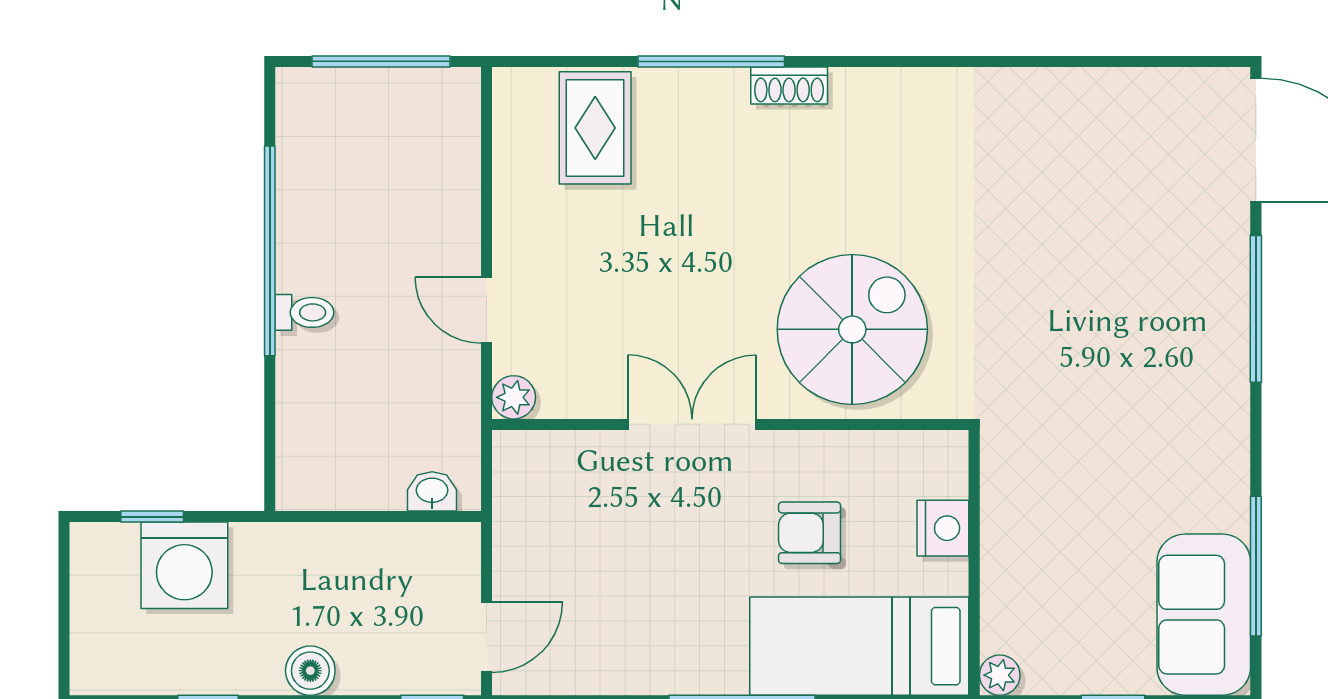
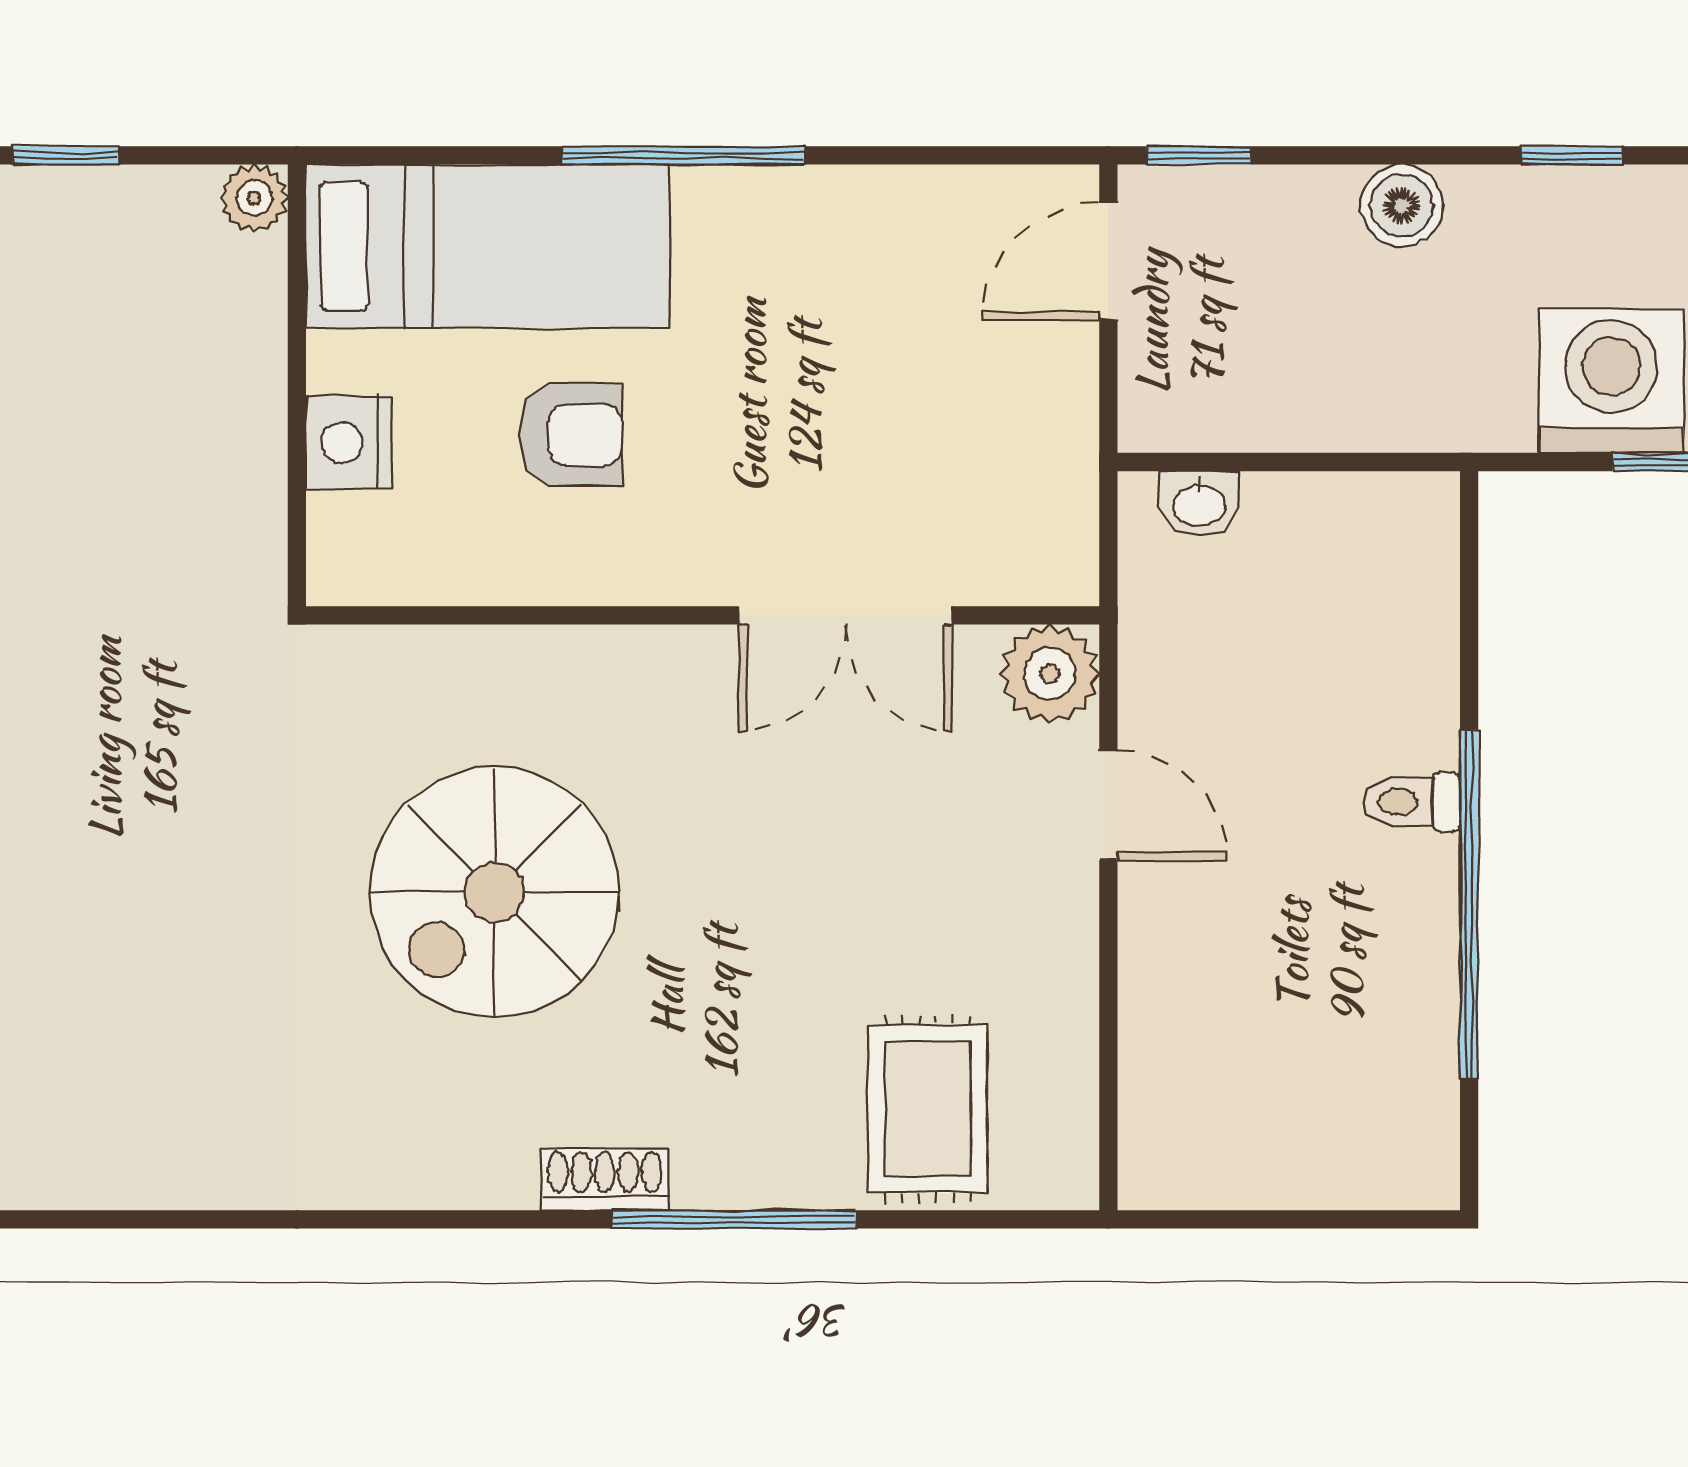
window: (381, 61) -> (1284, 1219), removed
spiral stairs: (852, 329) -> (494, 892), moved
plant: (514, 397) -> (1050, 674), width x1.38, depth x1.38
double door: (692, 424) -> (845, 615), moved

